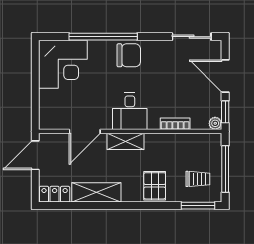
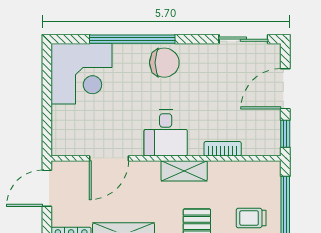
door: (225, 76) -> (285, 89), hinge flipped
plant: (215, 123) -> (273, 148), removed
shelving: (125, 141) -> (184, 171), moved
trolley: (198, 179) -> (251, 218), turned 180

